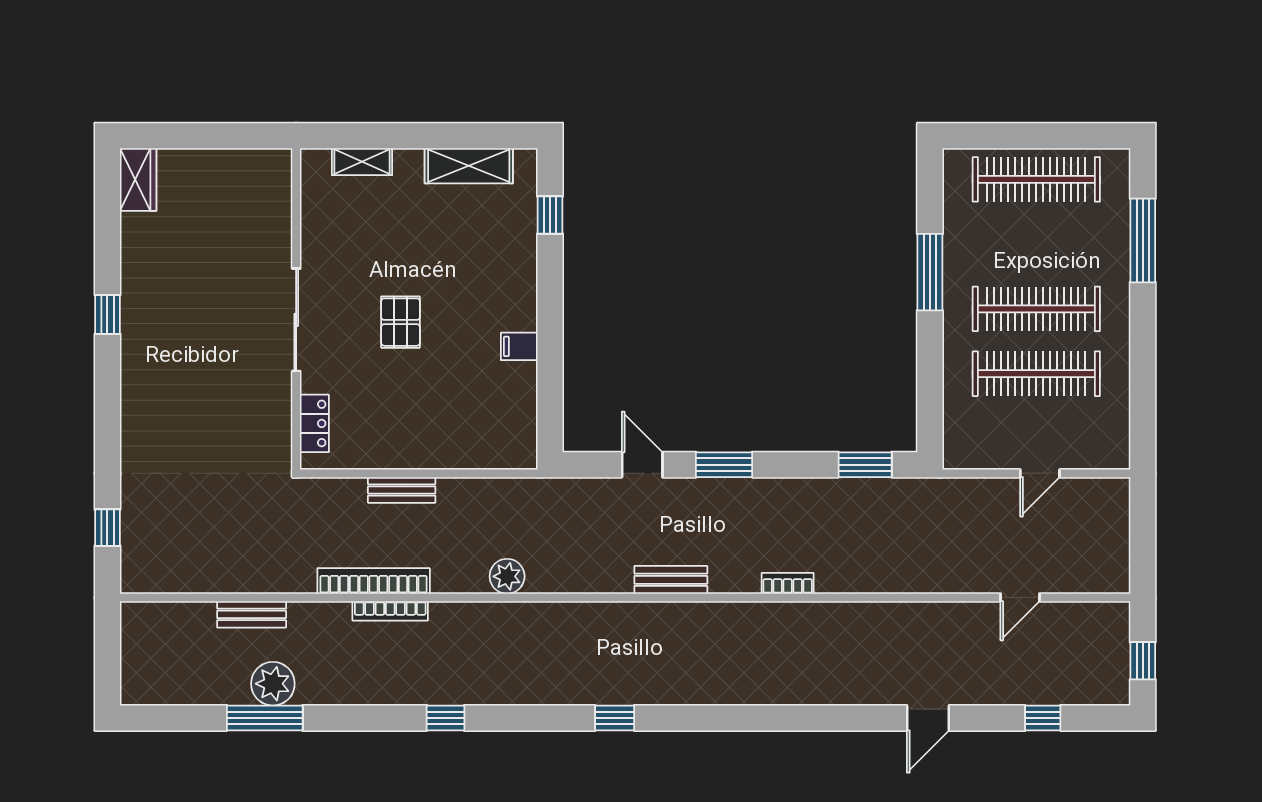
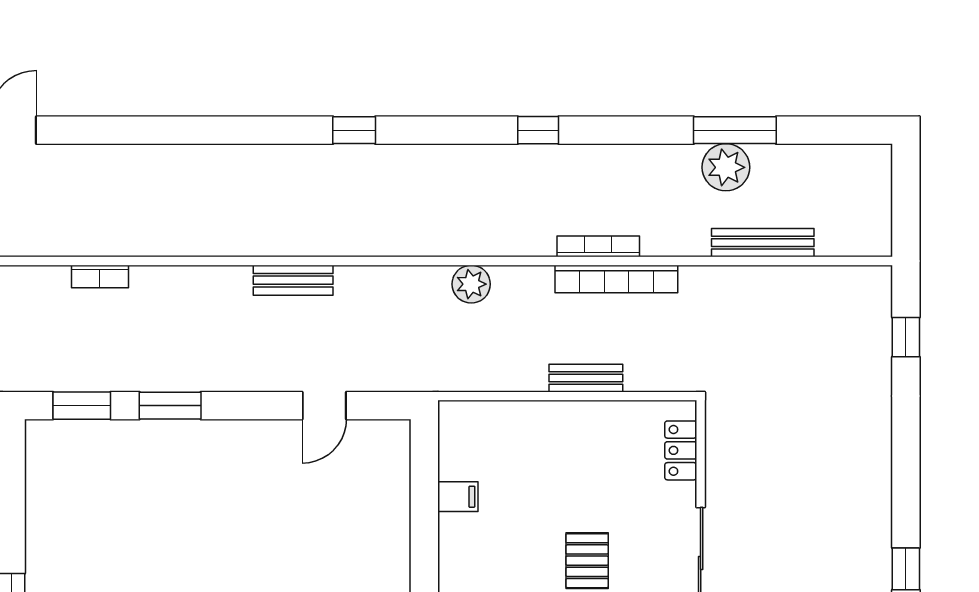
filing cabinet: (519, 346) -> (458, 497), moved
door: (642, 465) -> (324, 406), hinge flipped
window: (724, 465) -> (170, 406), moved
bookcase: (788, 583) -> (100, 276), moved
bench: (252, 614) -> (763, 243), width x1.36

